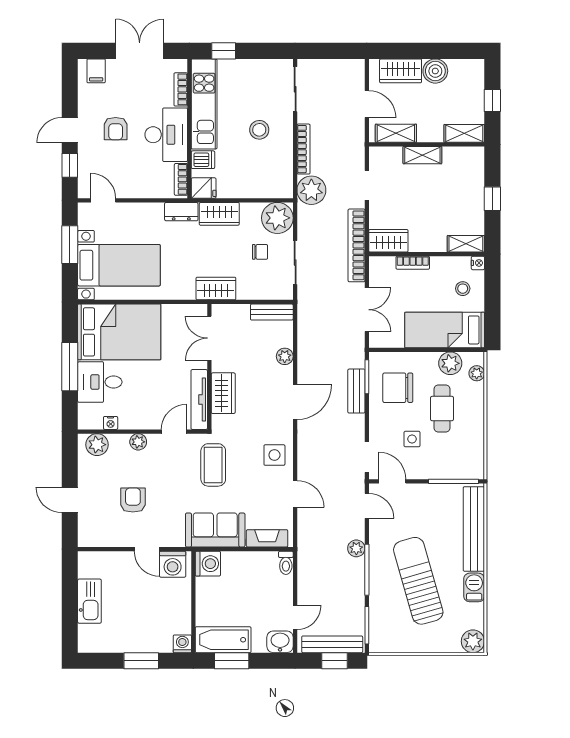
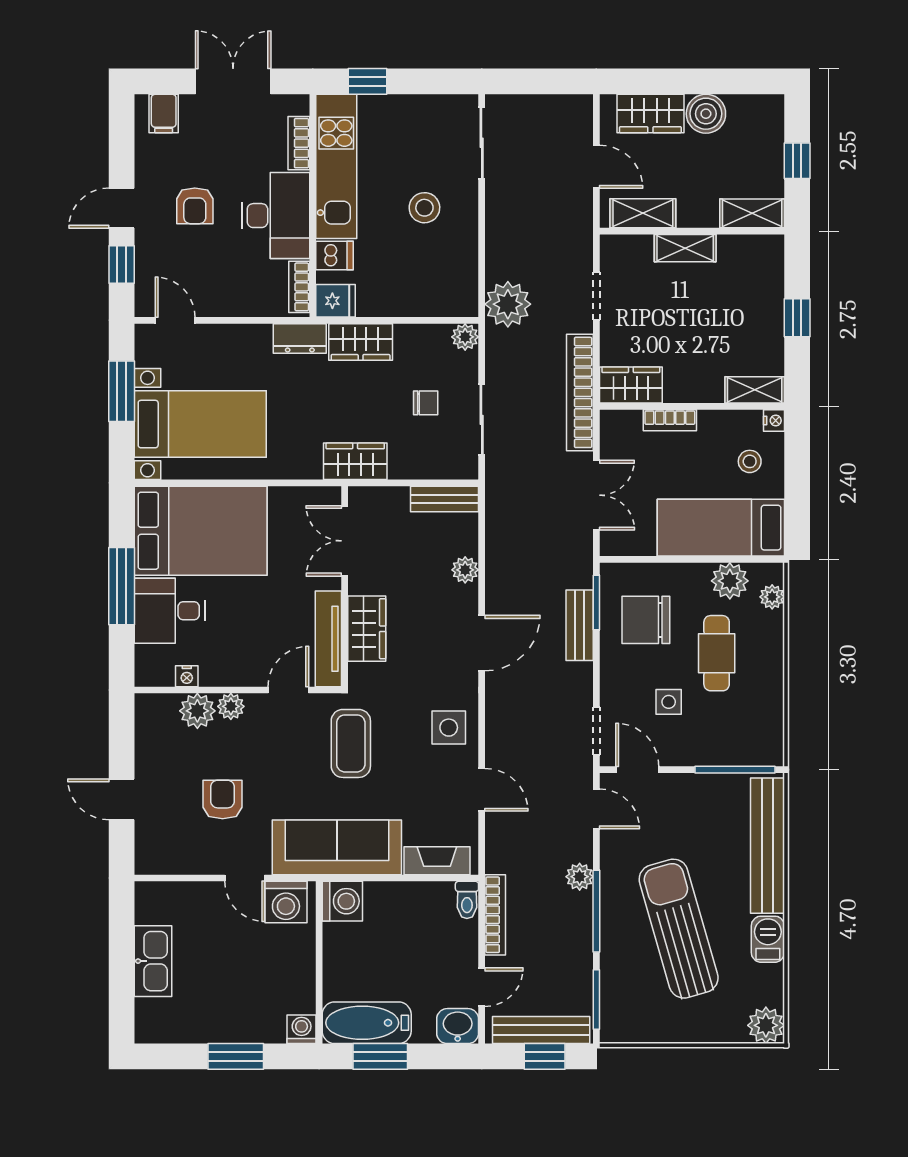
bookcase: (303, 149) -> (495, 915), moved
plant: (277, 218) -> (465, 337), width x0.53, depth x0.53
plant: (97, 445) -> (197, 711), moved
sofa: (215, 530) -> (337, 847), width x1.36

